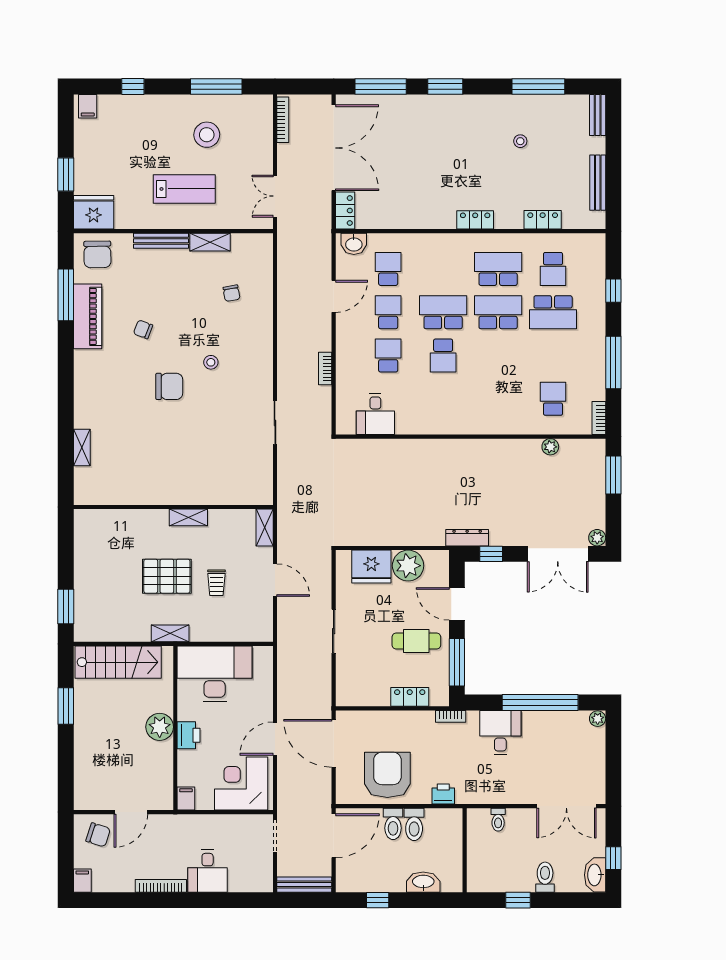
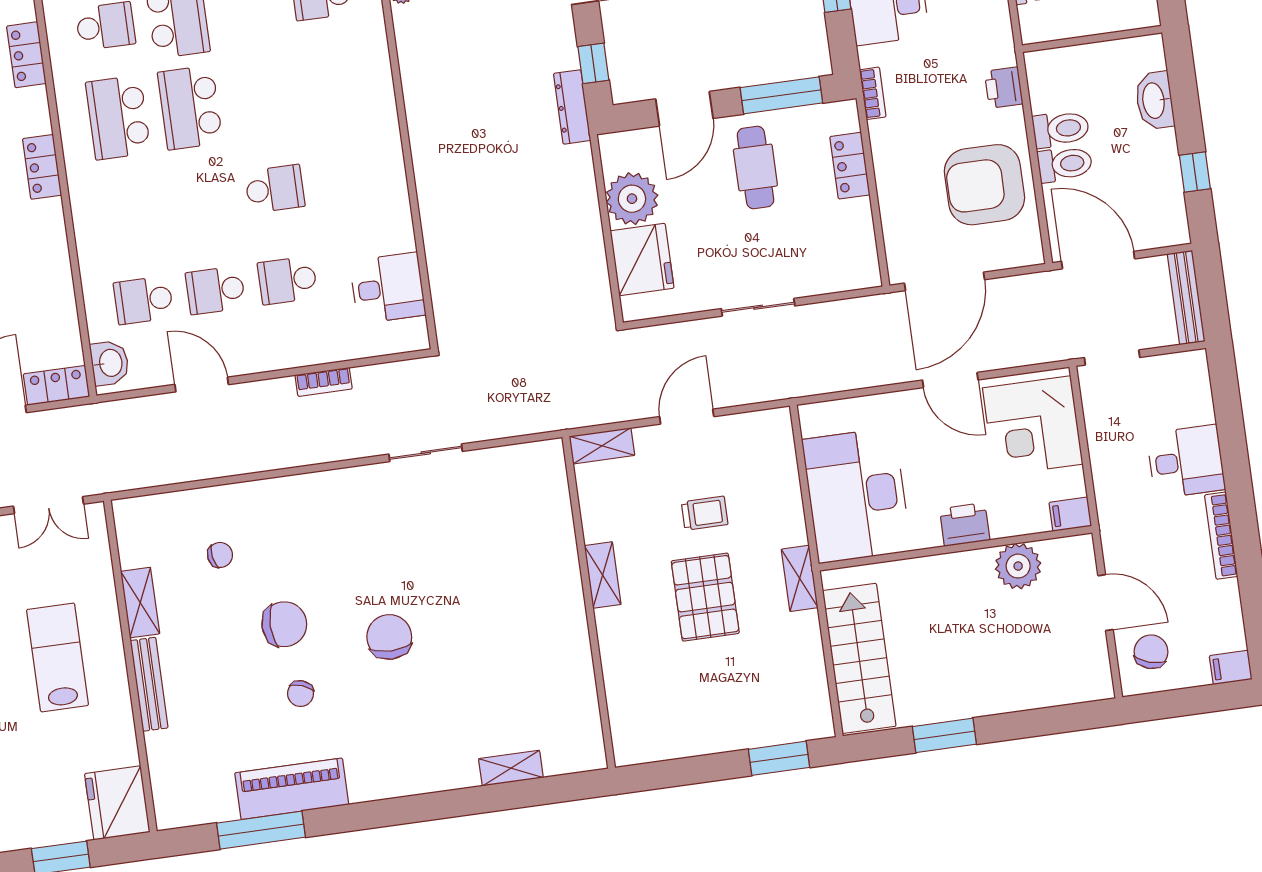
chair: (97, 254) -> (284, 624), moved
school desk: (443, 312) -> (203, 199), removed
stool: (211, 362) -> (340, 573), removed
plant: (160, 727) -> (1018, 566), moved

